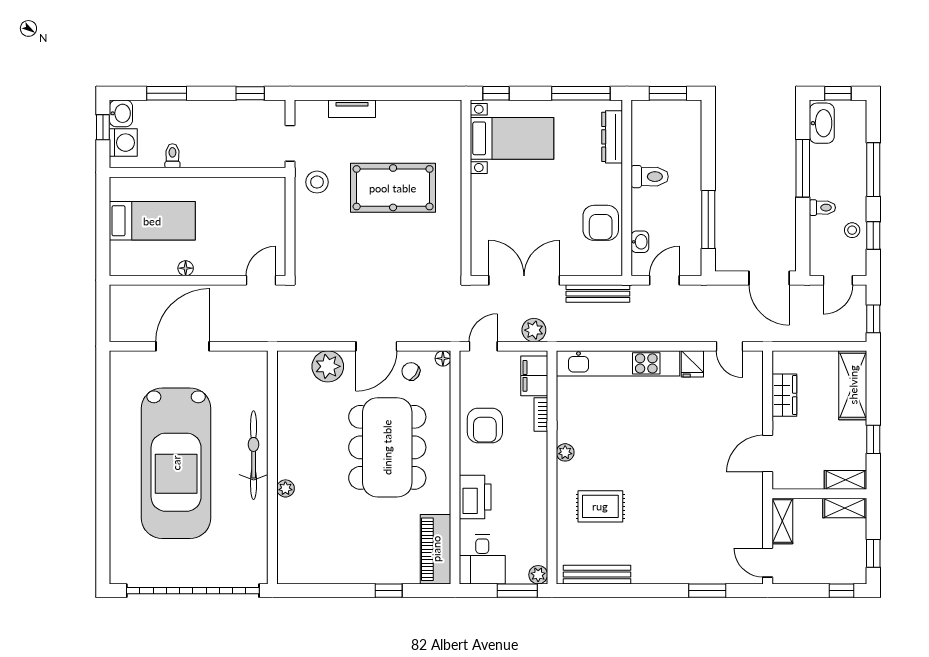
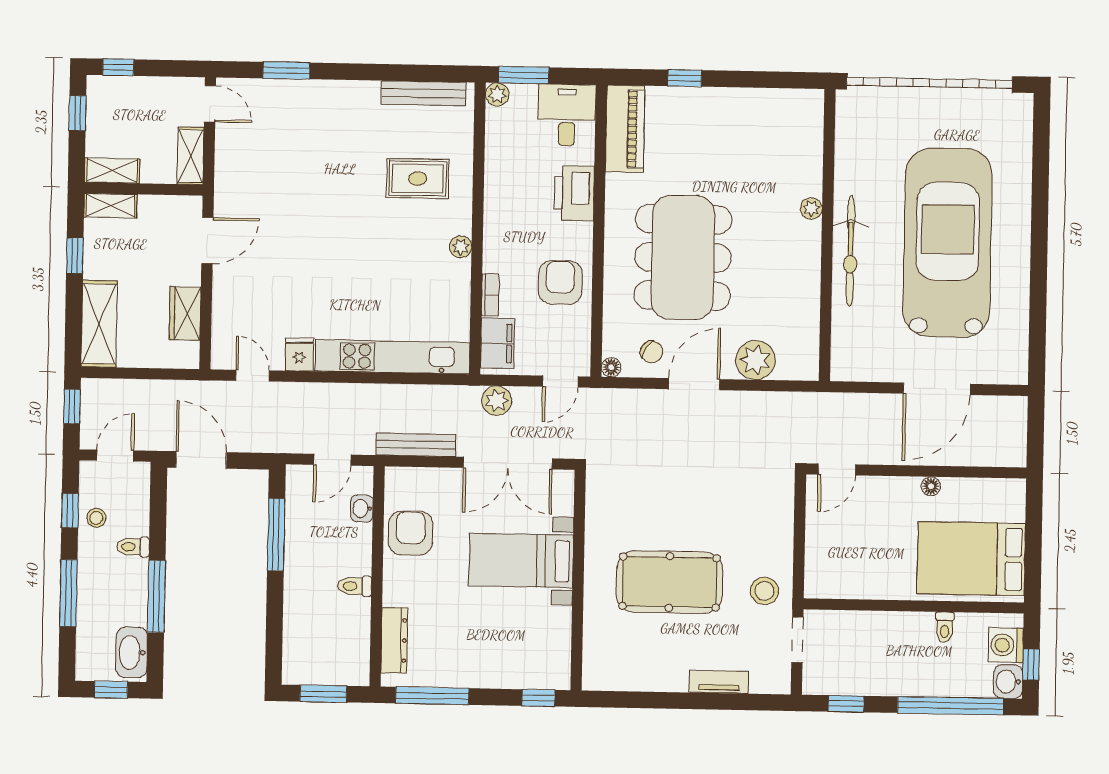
window: (167, 93) -> (950, 706), width x2.11
bed with nightstands: (512, 138) -> (521, 560), moved
toilet: (650, 177) -> (355, 586), width x0.73, depth x0.72
bed: (152, 221) -> (971, 559), width x1.50

